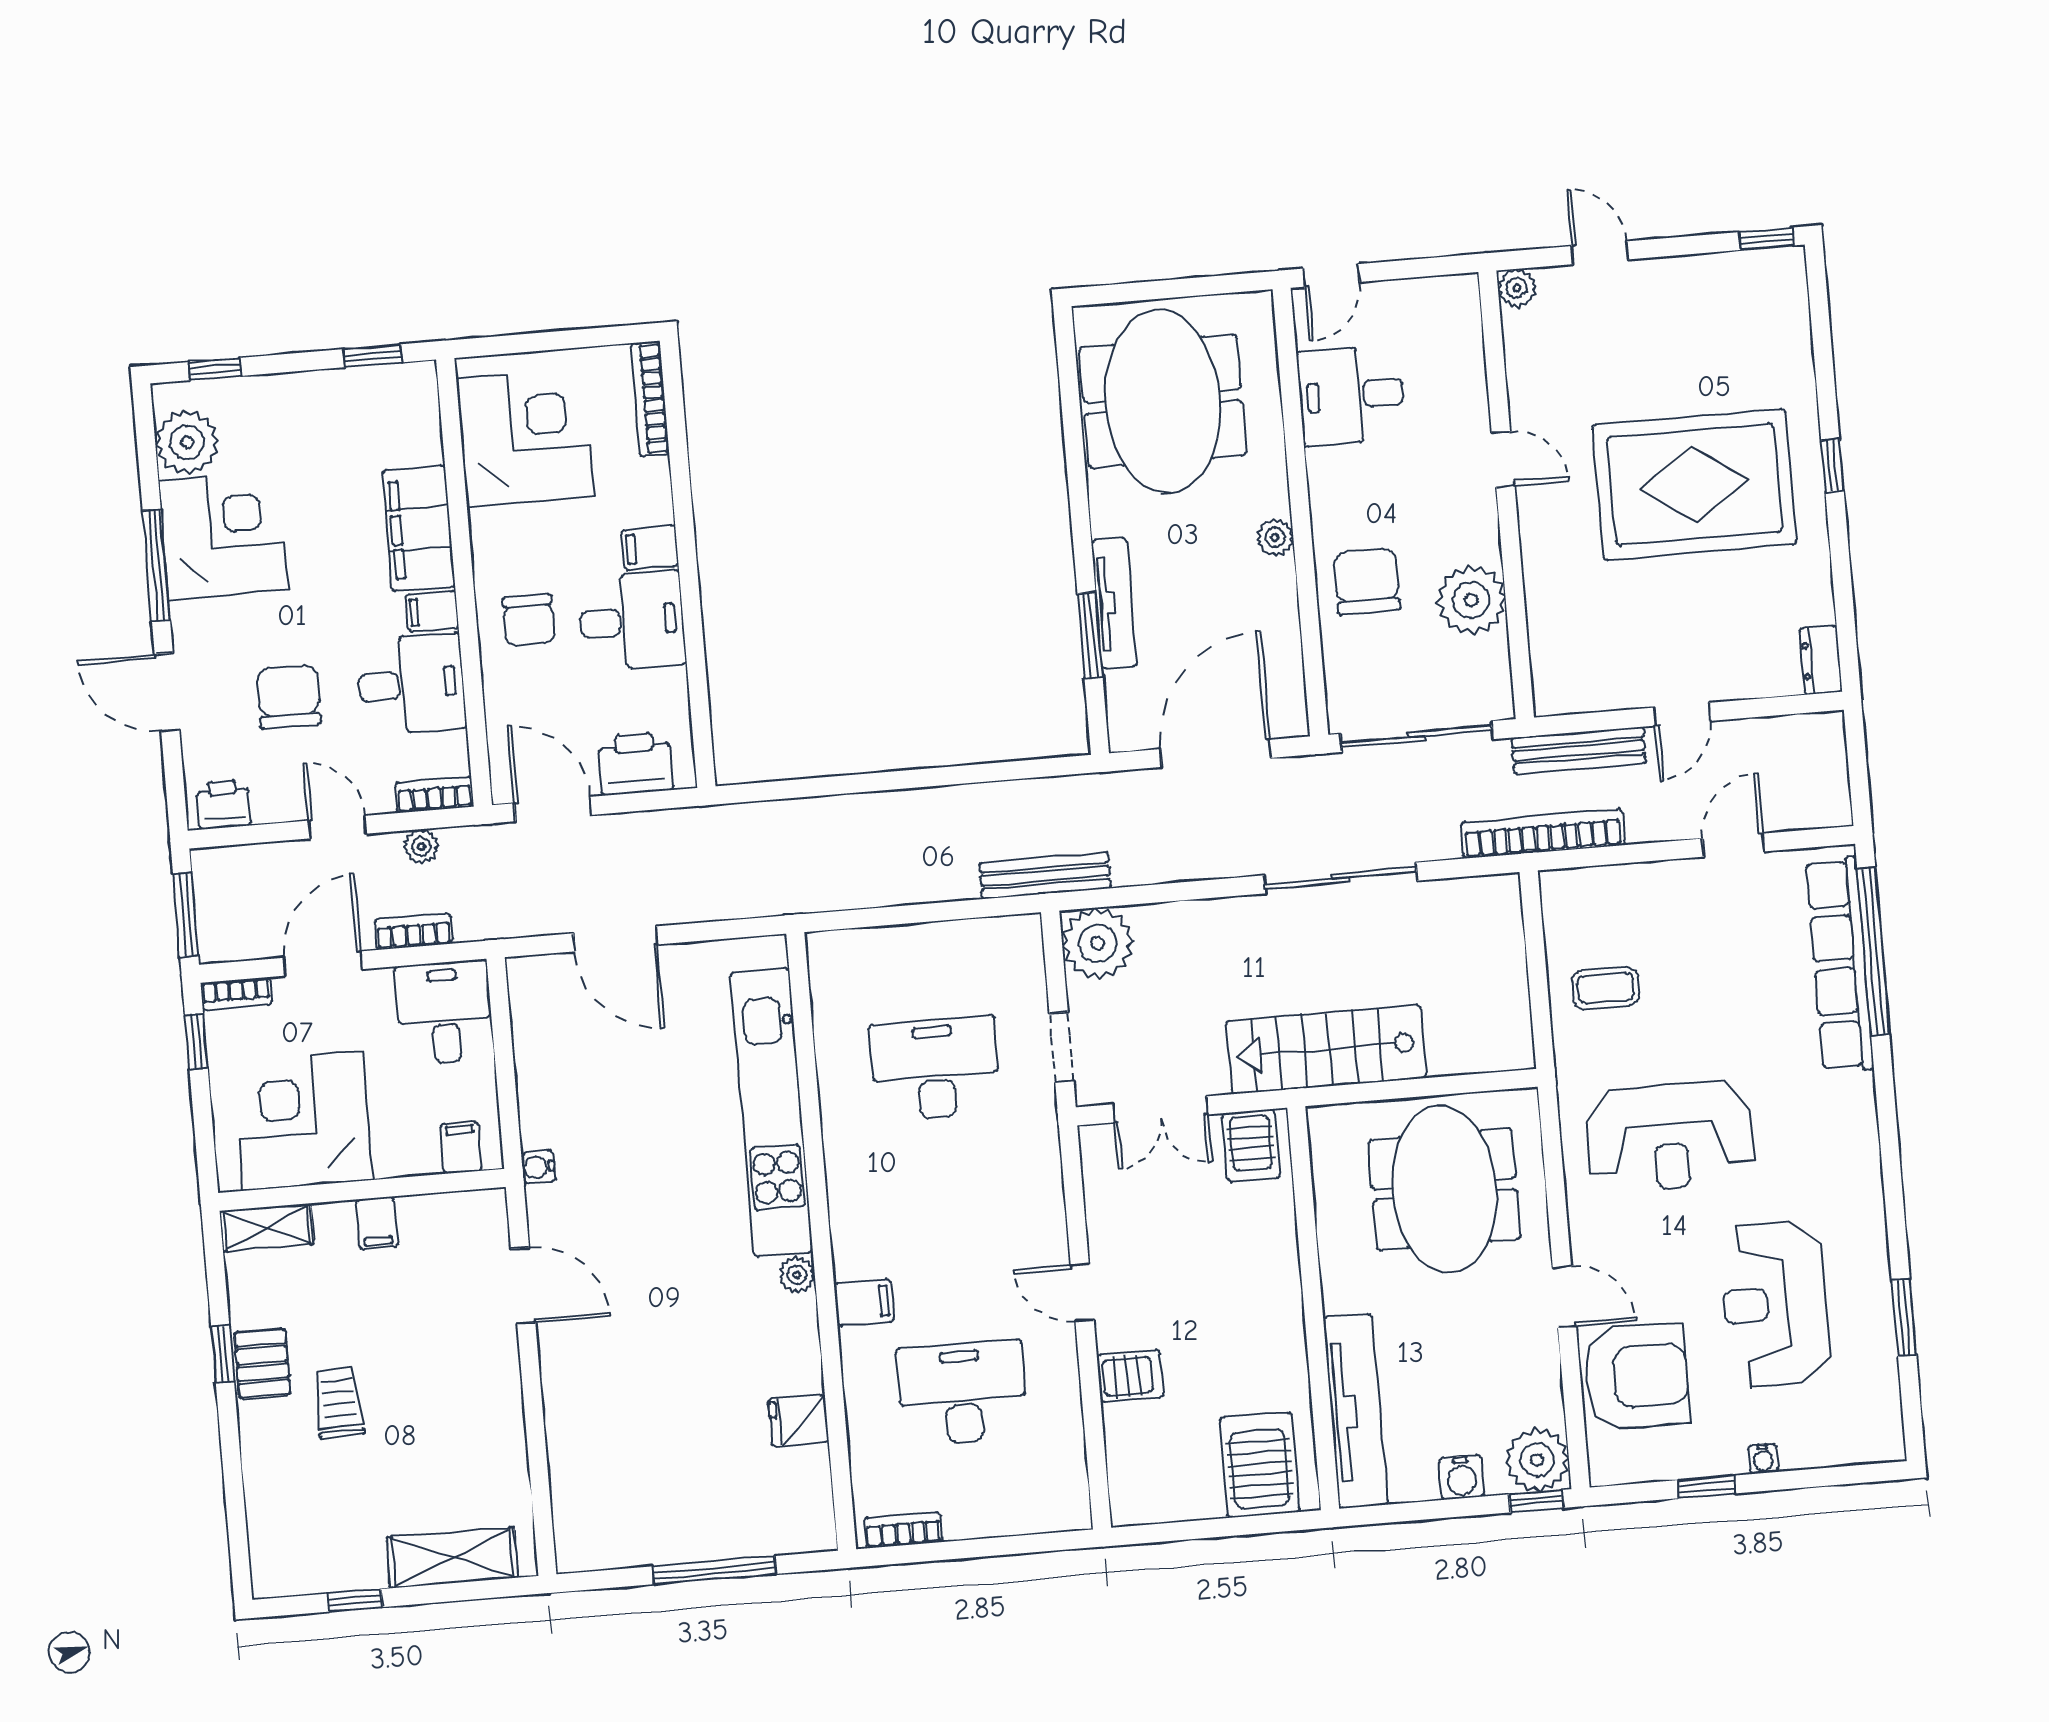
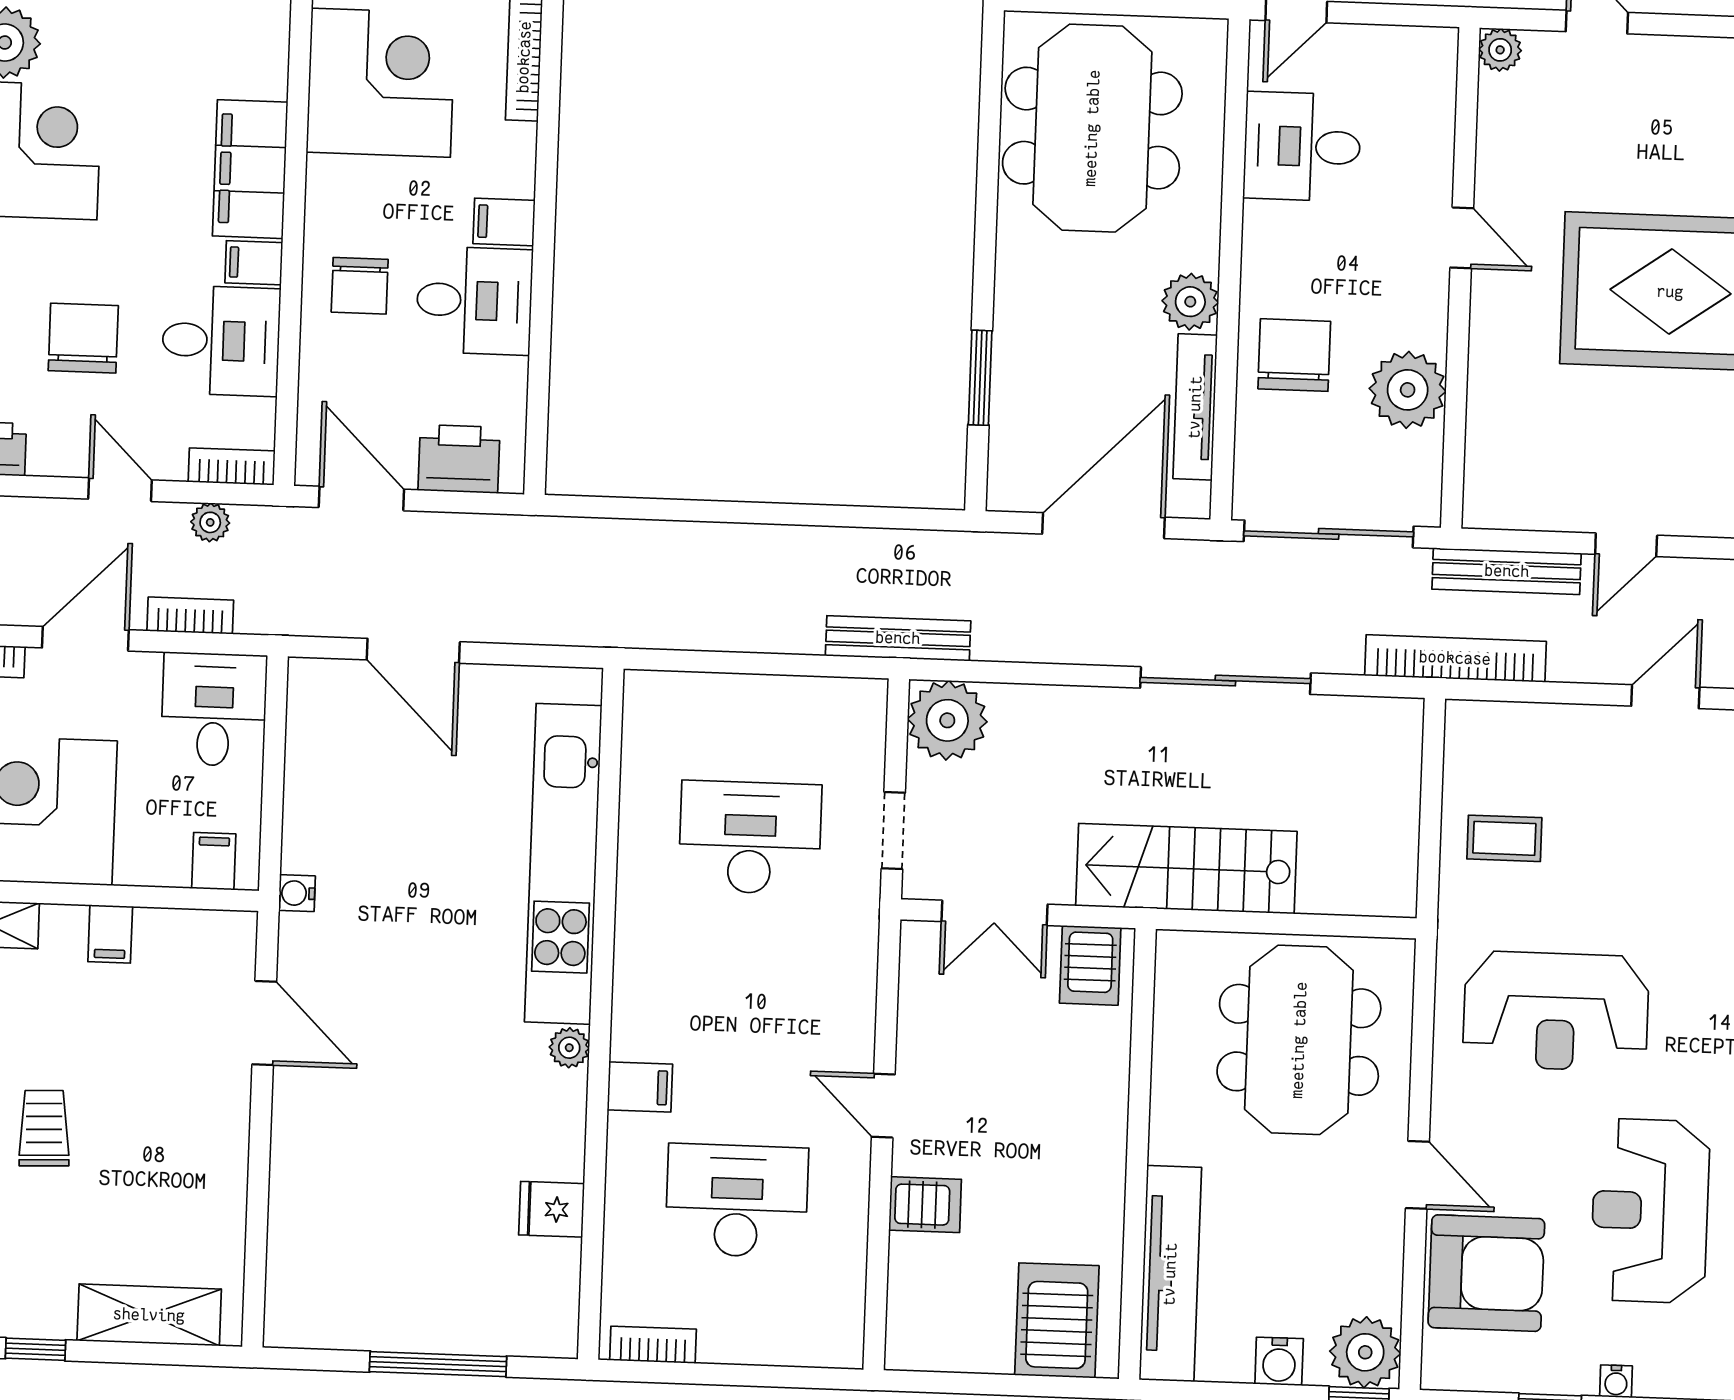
plant: (1275, 538) -> (1190, 302), width x1.38, depth x1.38
tv unit: (1114, 603) -> (1195, 407), moved, turned 180

